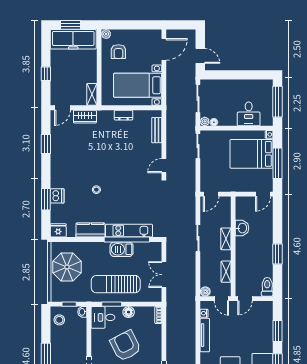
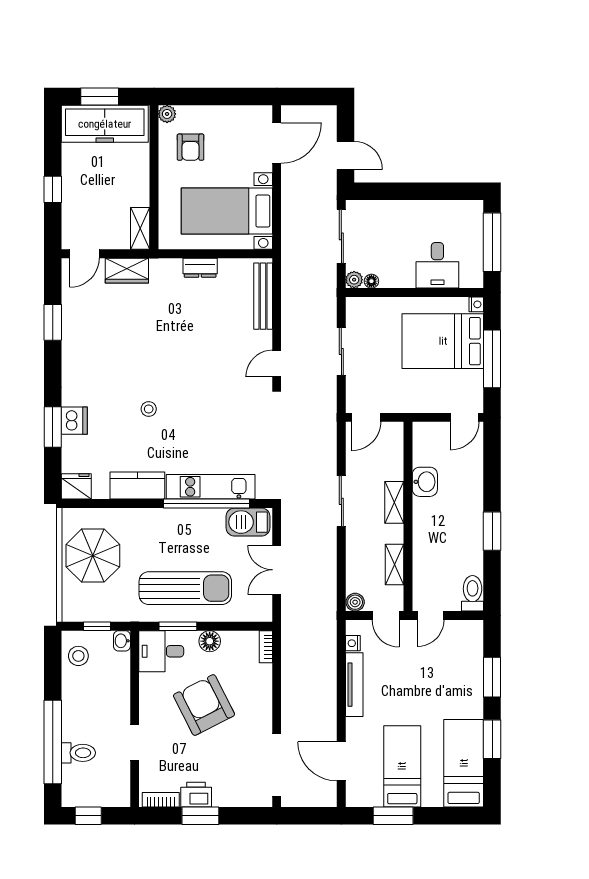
bench: (157, 130) -> (263, 296), width x1.36
sliding door: (198, 146) -> (341, 351), moved
barbecue: (122, 249) -> (248, 522), moved
sun lounger: (116, 284) -> (185, 588), turned 180

